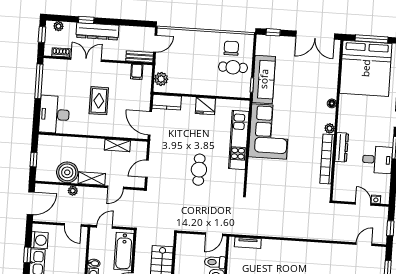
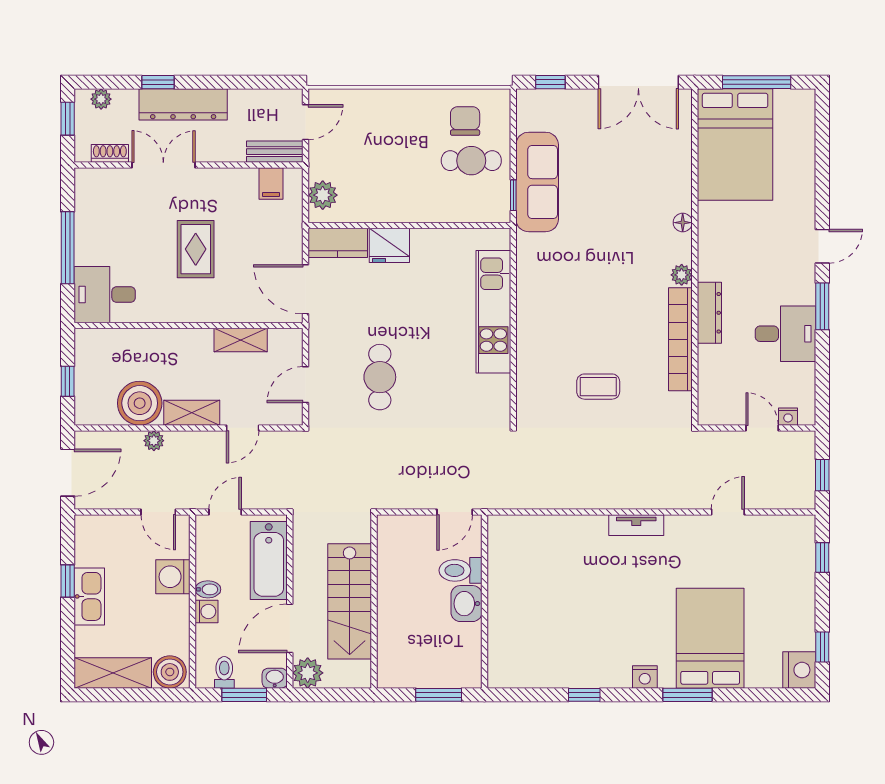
bed: (366, 68) -> (735, 145), width x0.73
window: (39, 81) -> (68, 248), moved
fridge: (205, 106) -> (389, 245), moved
desk: (54, 114) -> (105, 295), width x0.73
corner sofa: (269, 131) -> (556, 290), removed
cafe table: (199, 170) -> (380, 377), moved
coffee table: (286, 179) -> (598, 387), added
washing machine: (40, 240) -> (173, 577), moved, turned 180
tv unit: (248, 243) -> (636, 525), moved
door: (364, 244) -> (728, 512), moved

